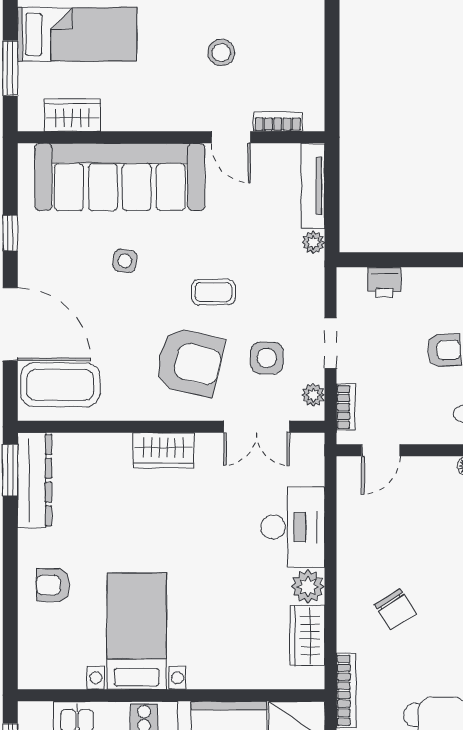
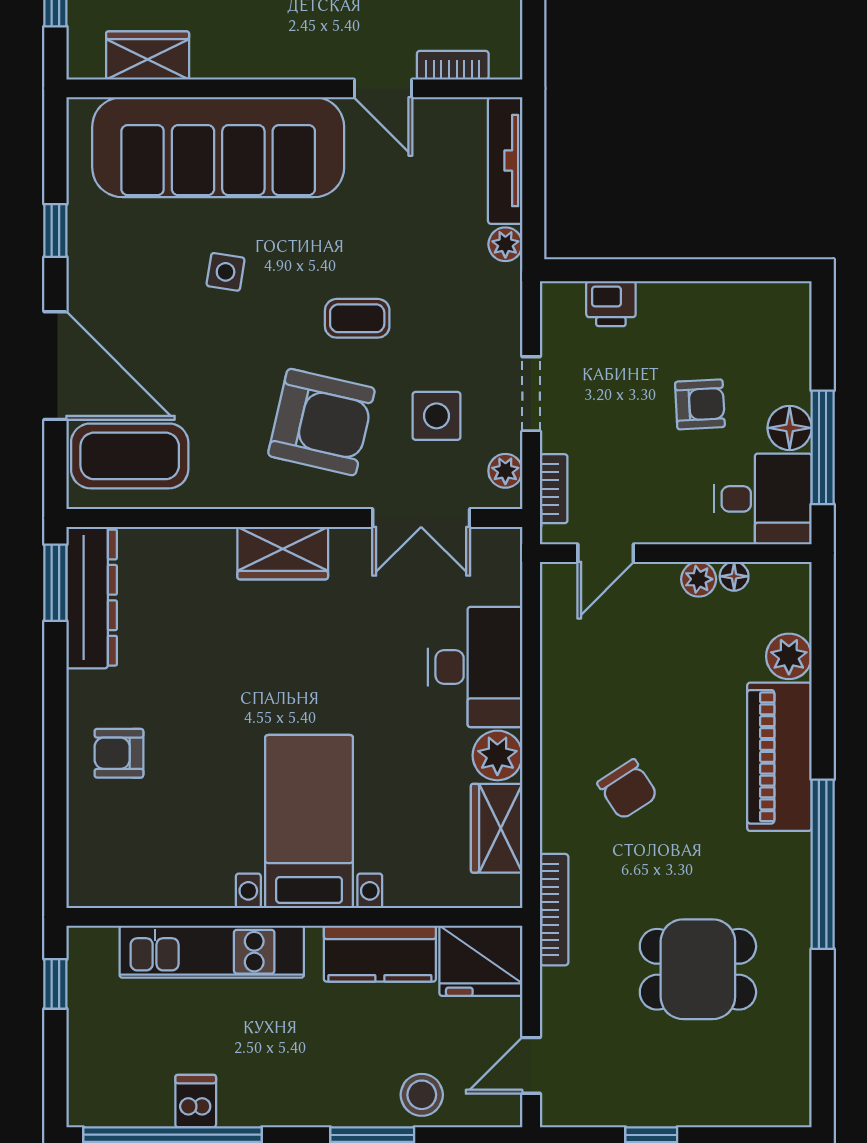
plant: (443, 468) -> (699, 579), added
bed with nightstands: (137, 631) -> (309, 822), moved

